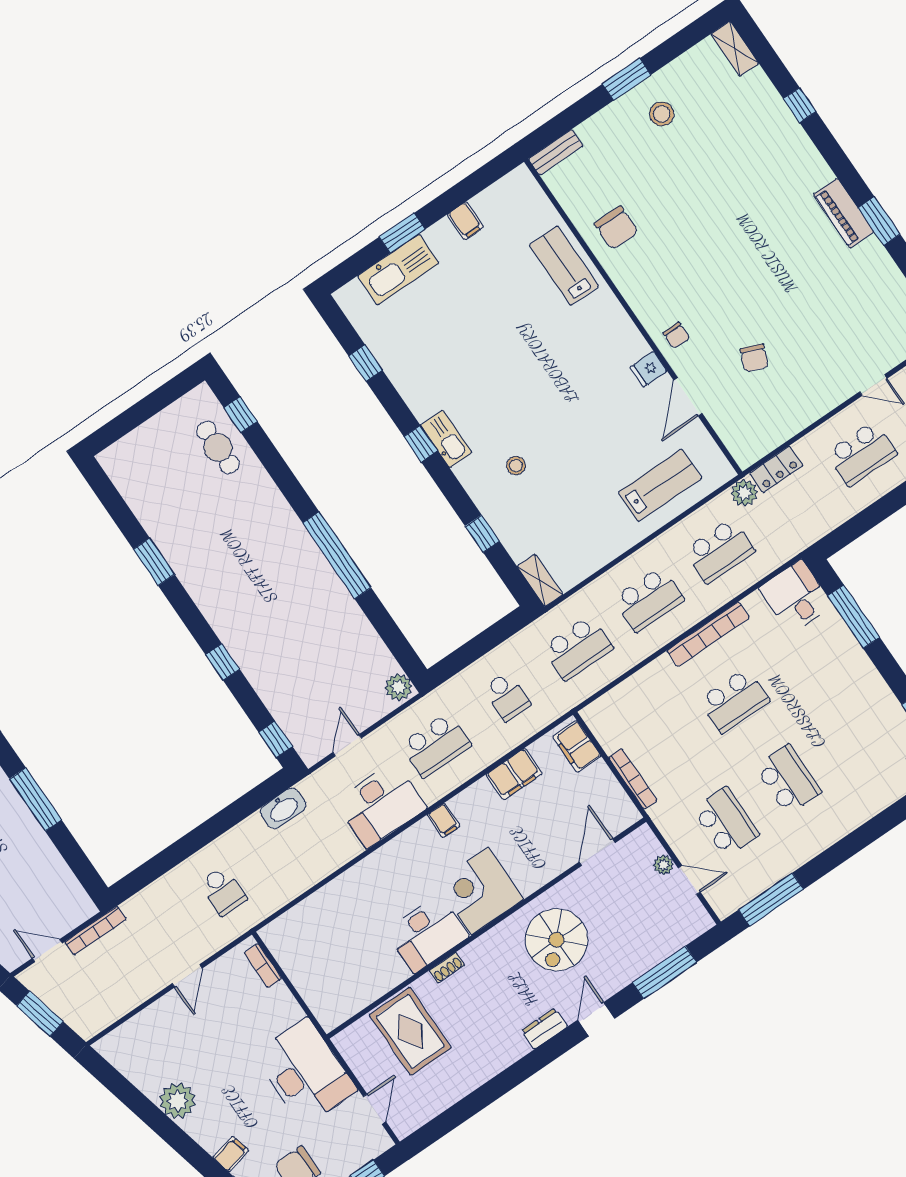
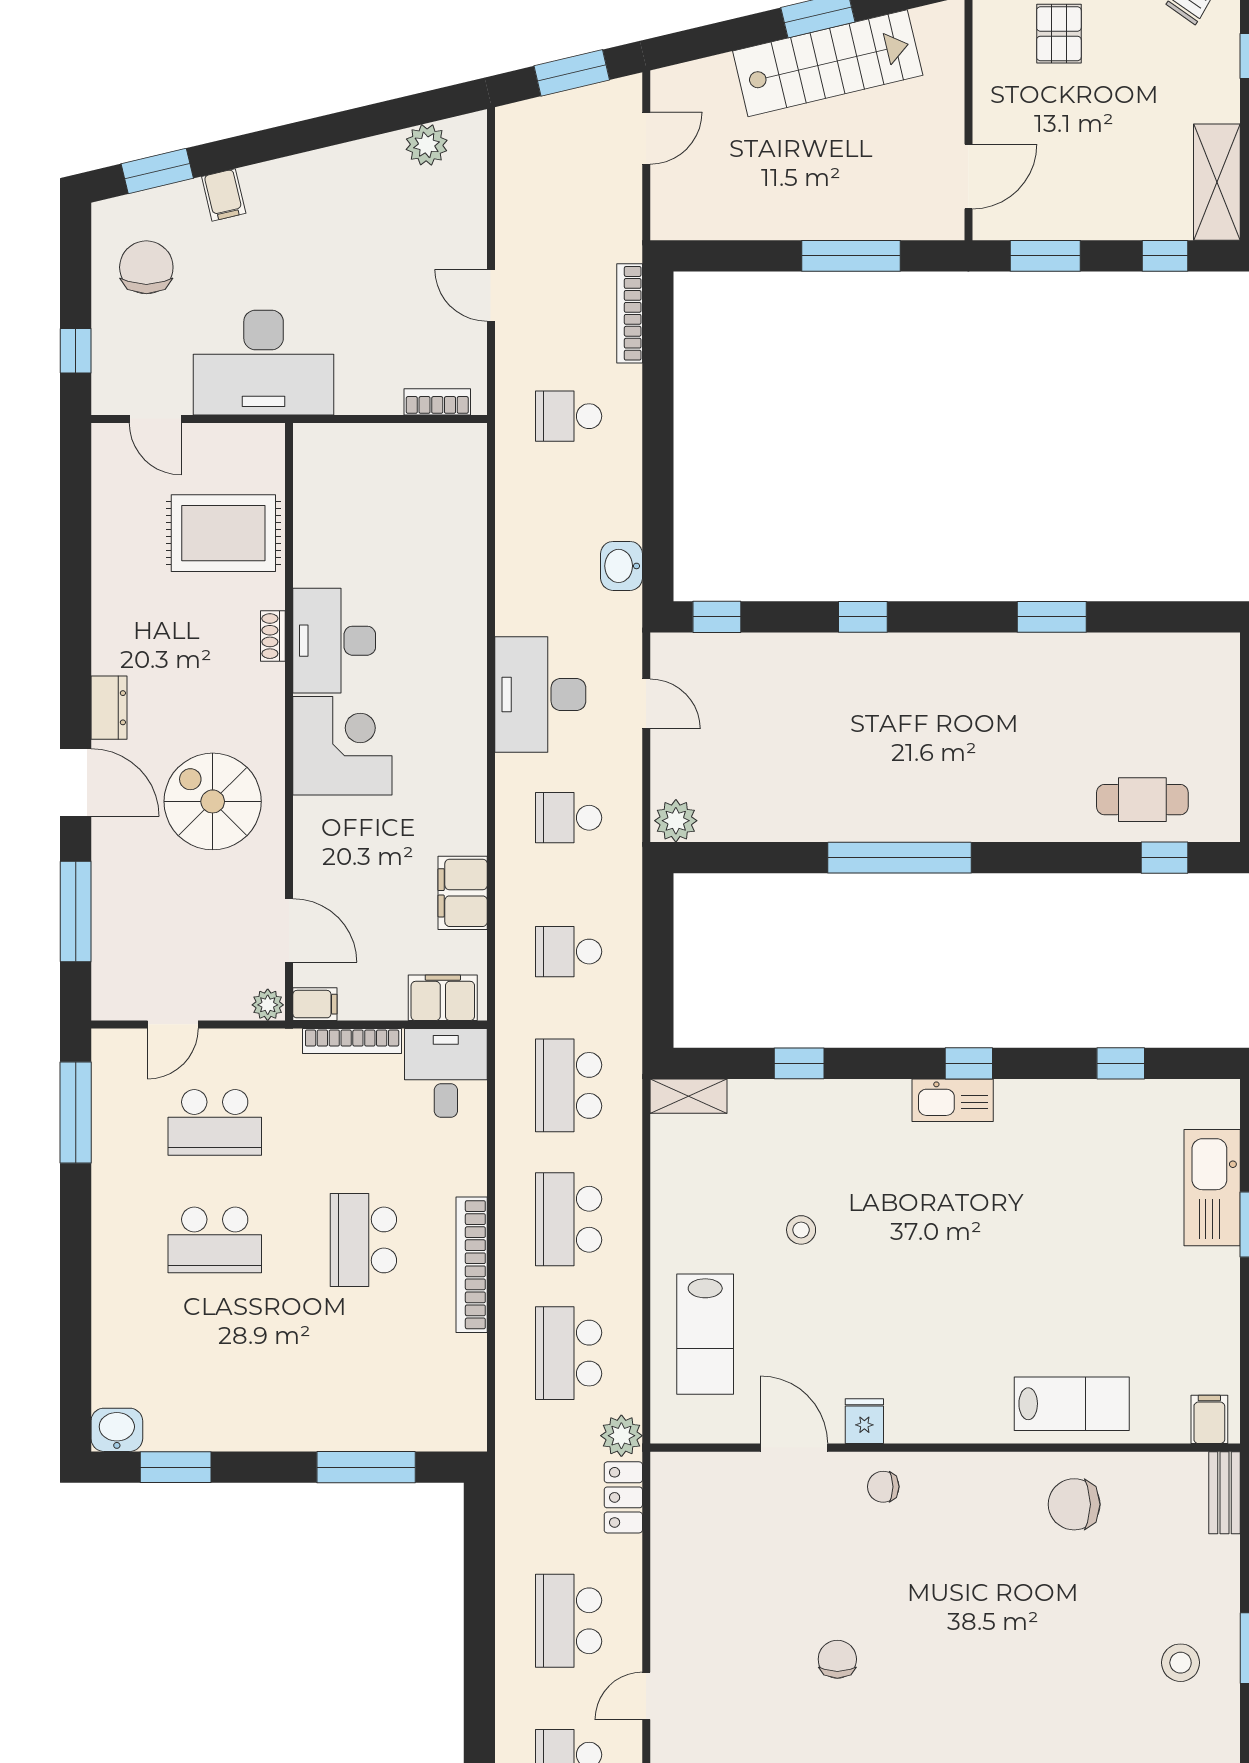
filing cabinet: (465, 221) -> (1209, 1419), moved, turned 90
chair: (754, 358) -> (837, 1659), moved, turned 68
stool: (516, 466) -> (801, 1230), moved
desk: (796, 597) -> (446, 1073), moved, turned -90
school desk: (436, 745) -> (569, 818), width x0.54
washbasin: (283, 808) -> (622, 566), width x0.72
filing cabinet: (444, 820) -> (315, 1004), moved, turned 180
plant: (663, 865) -> (268, 1005), moved
bookcase: (96, 931) -> (630, 313), moved
door: (596, 1019) -> (76, 783), width x1.38
plant: (178, 1101) -> (427, 145), moved, width x0.73, depth x0.73

